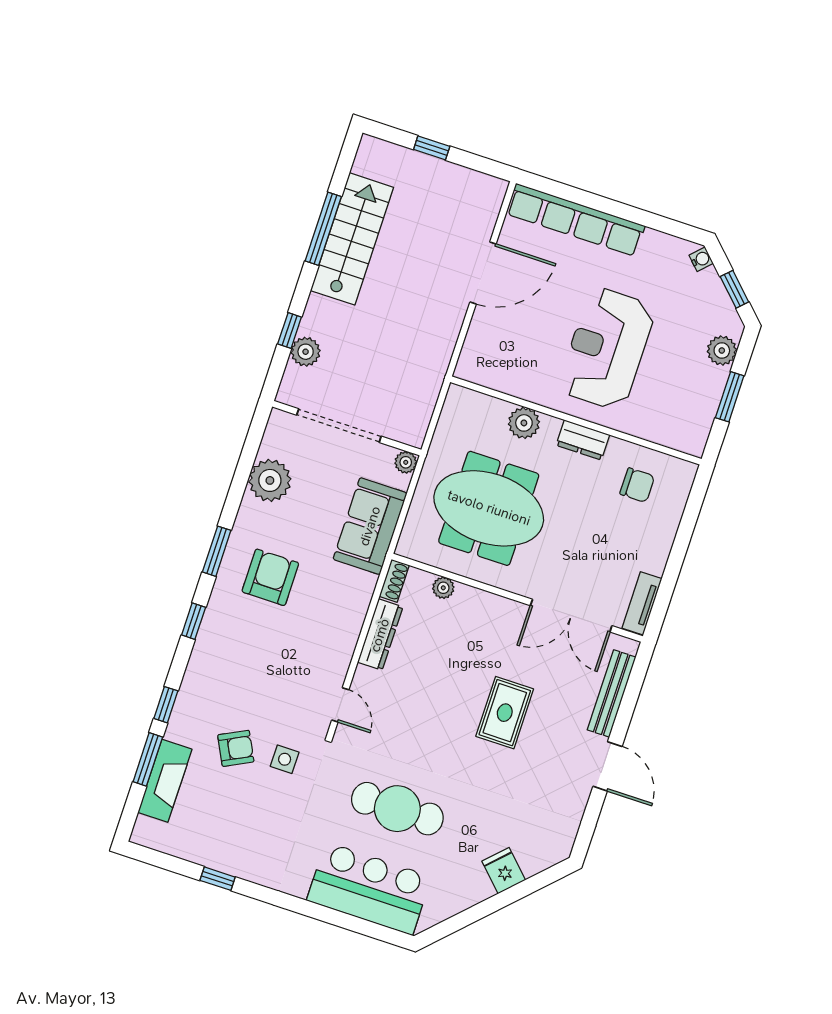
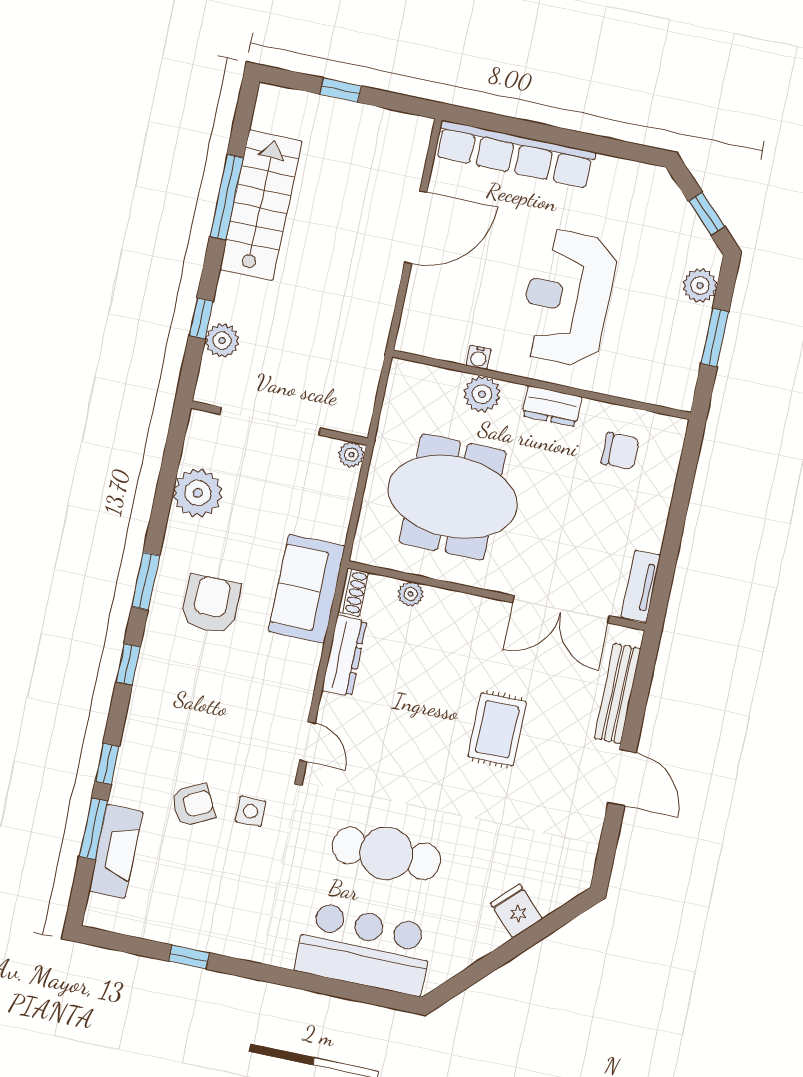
water cooler: (701, 259) -> (479, 357), moved, turned 135
sofa: (370, 526) -> (307, 589), moved

